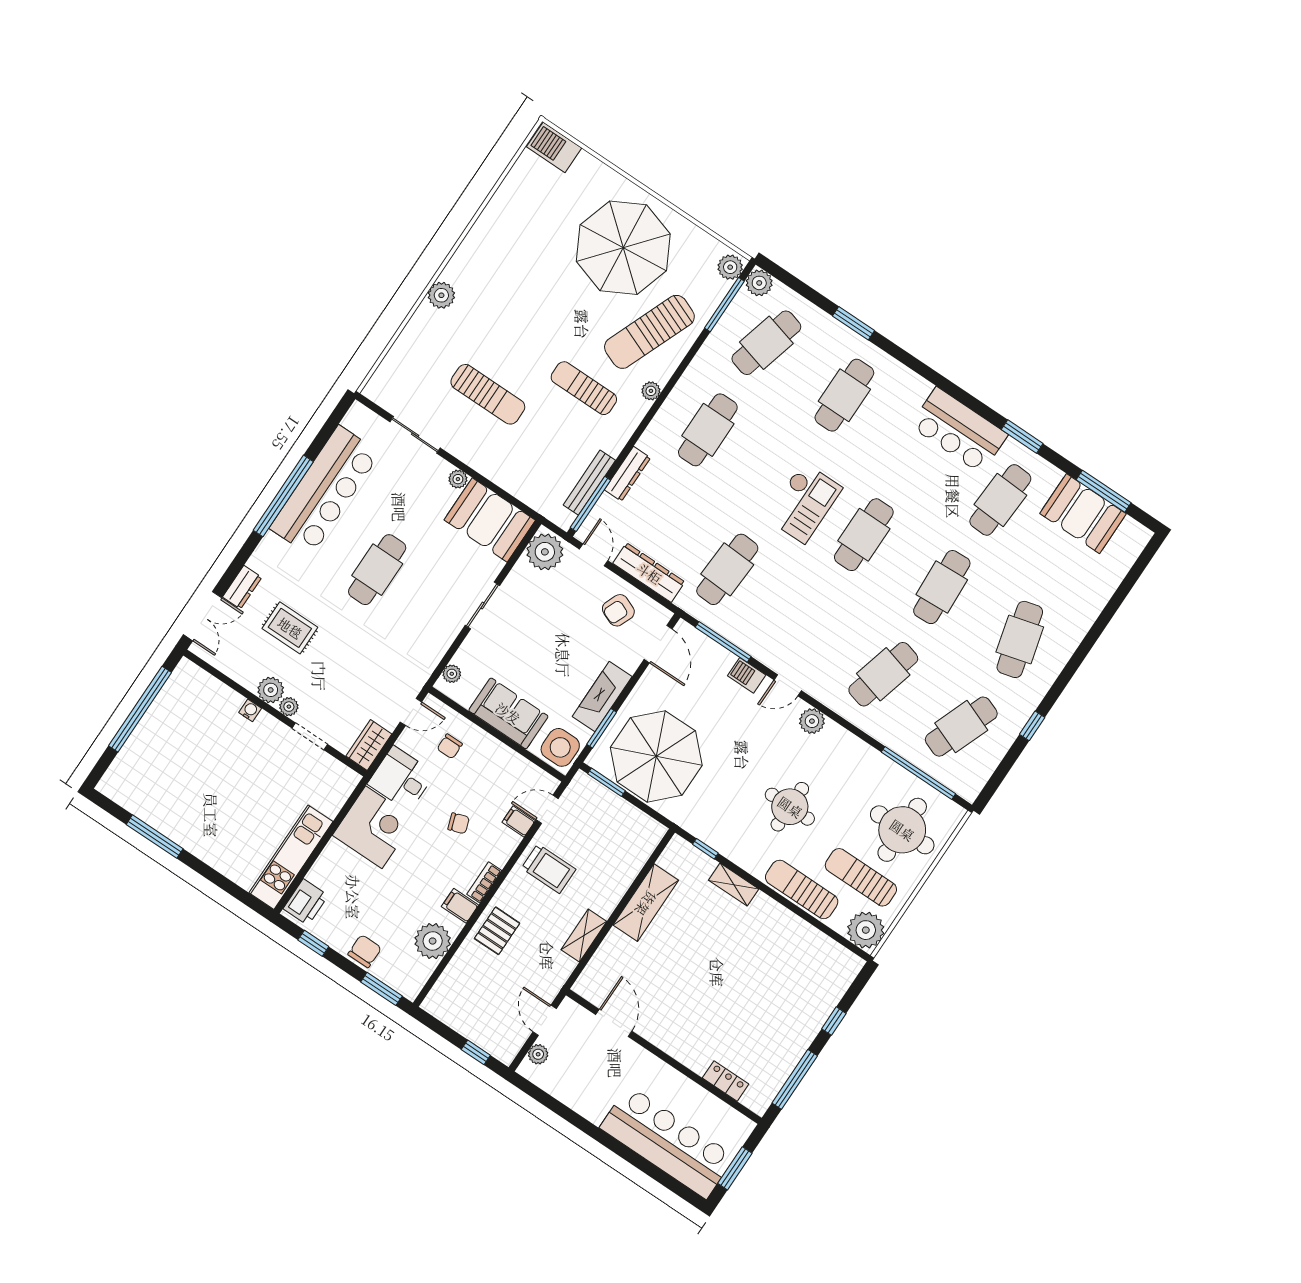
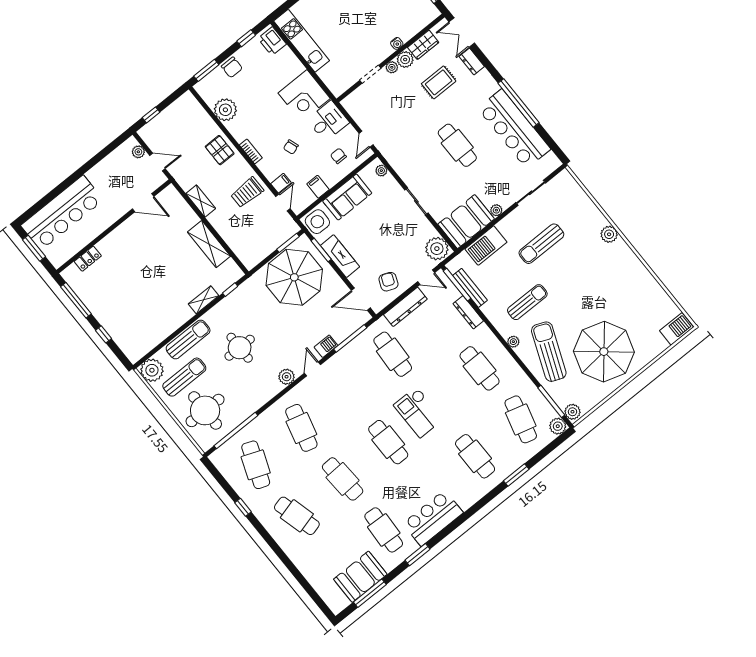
barbecue: (517, 478) -> (486, 245), added
wardrobe: (369, 745) -> (423, 45), moved, turned 90
filing cabinet: (460, 906) -> (318, 187), moved, turned -90

